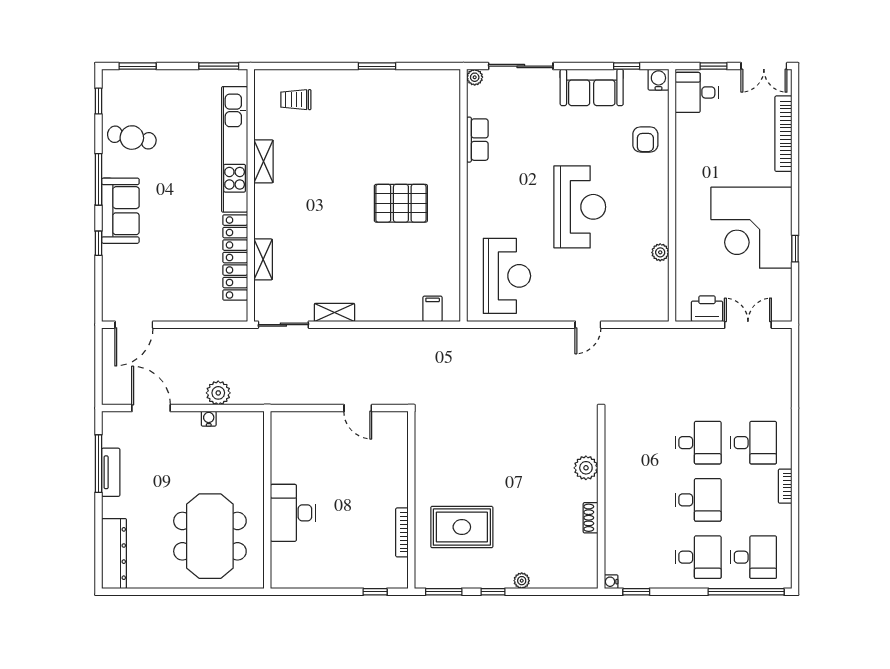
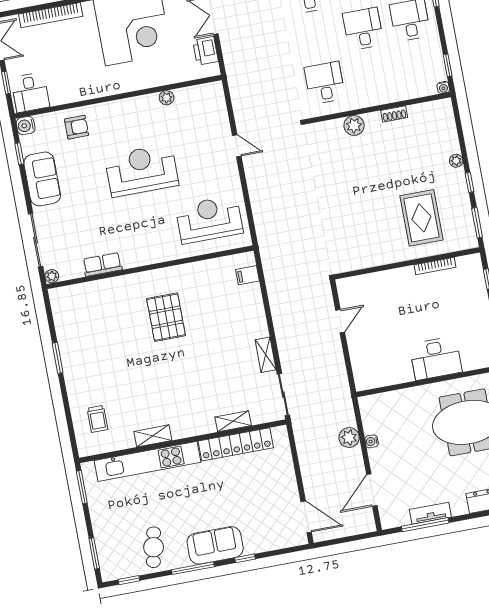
desk: (698, 443) -> (325, 83), moved

